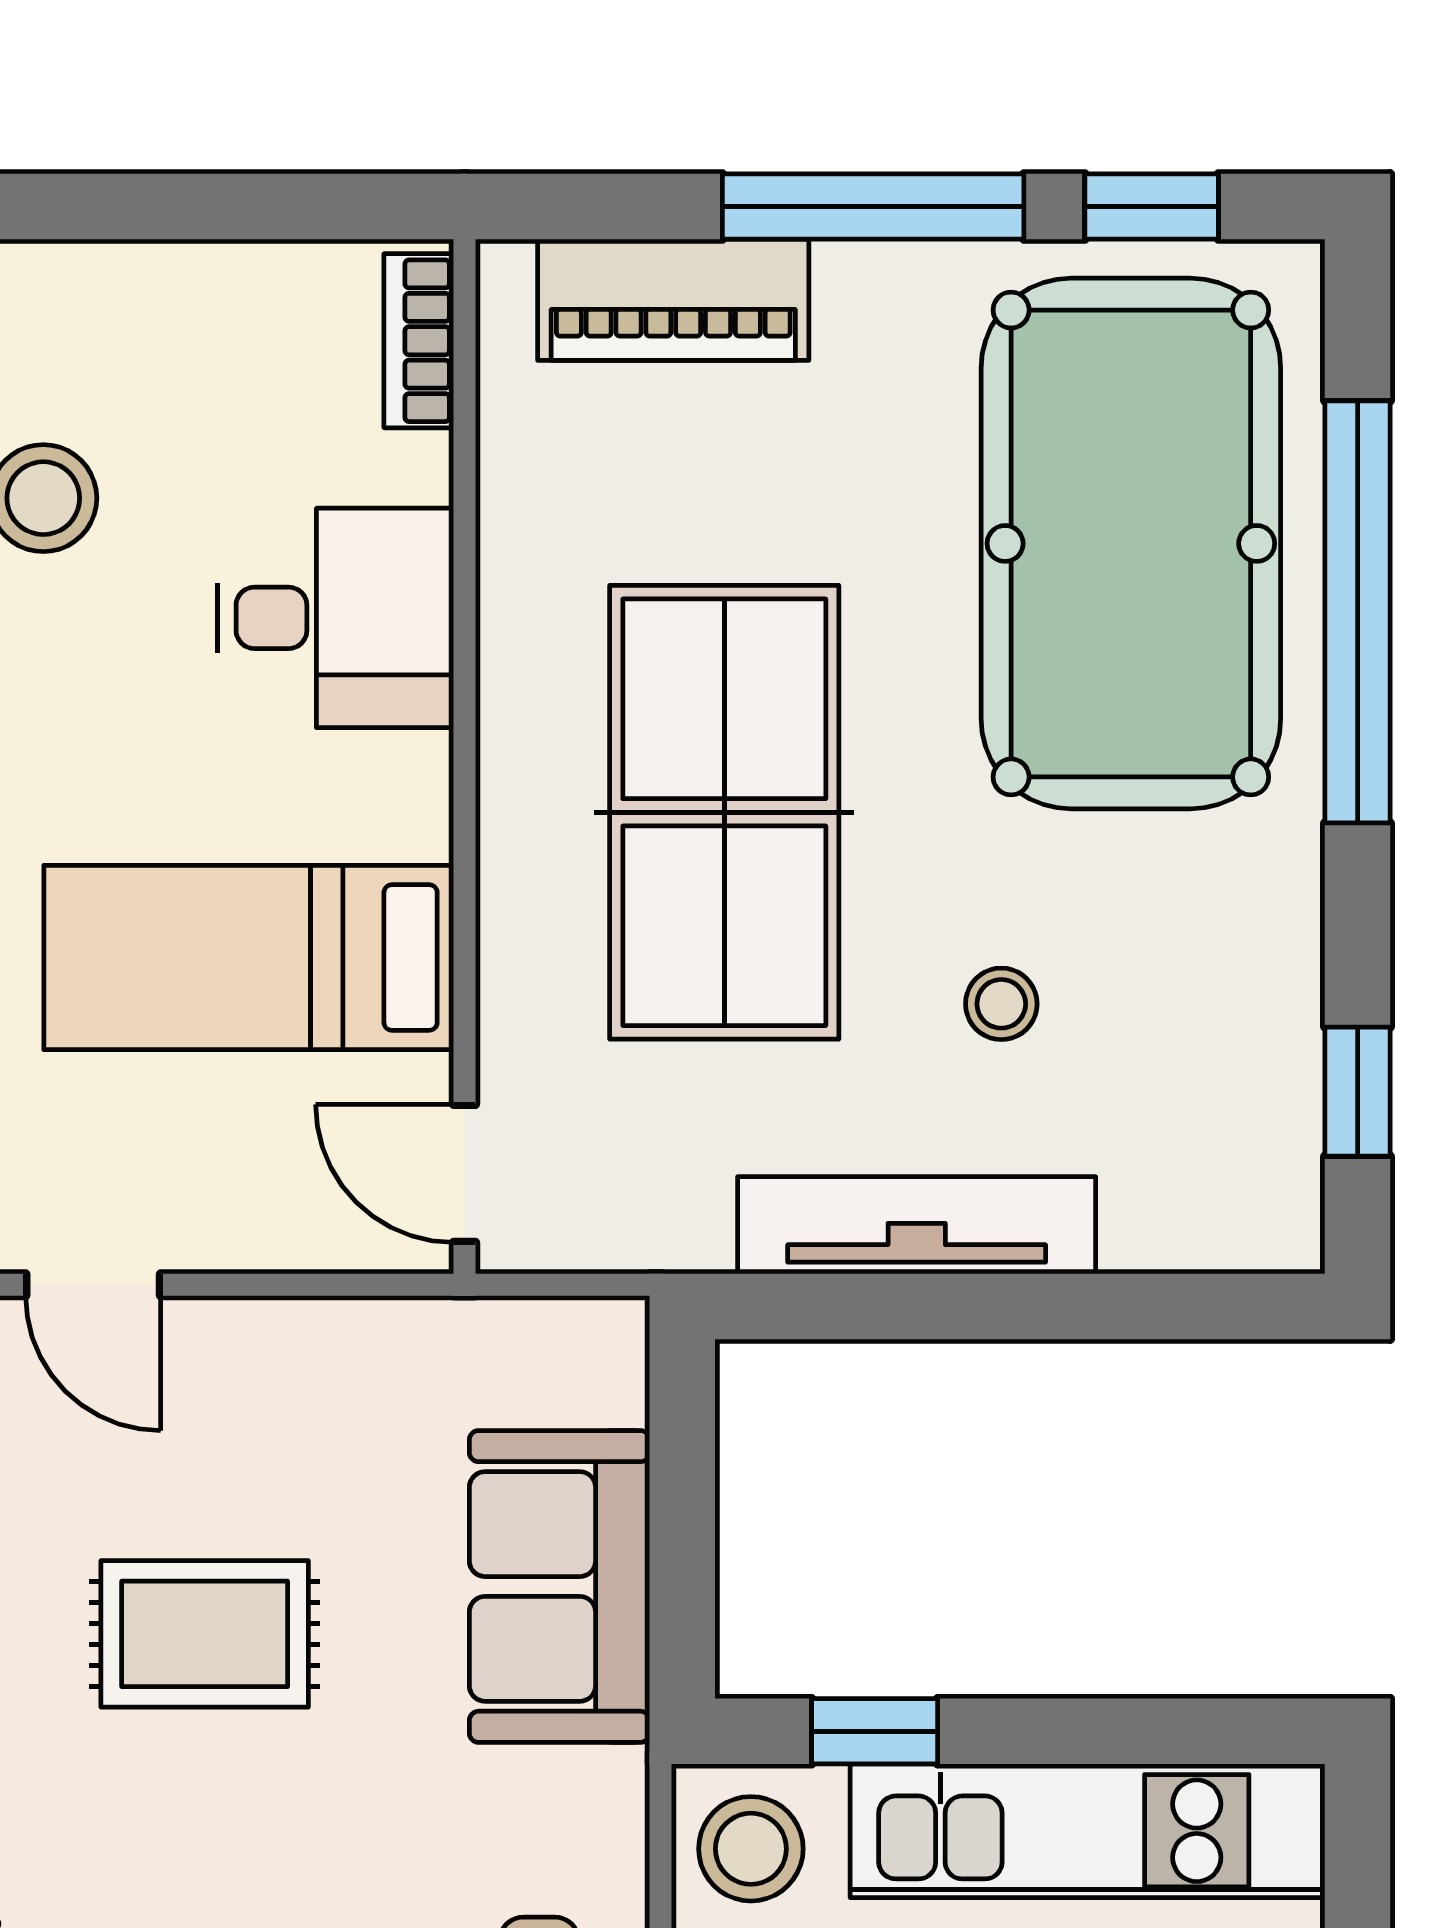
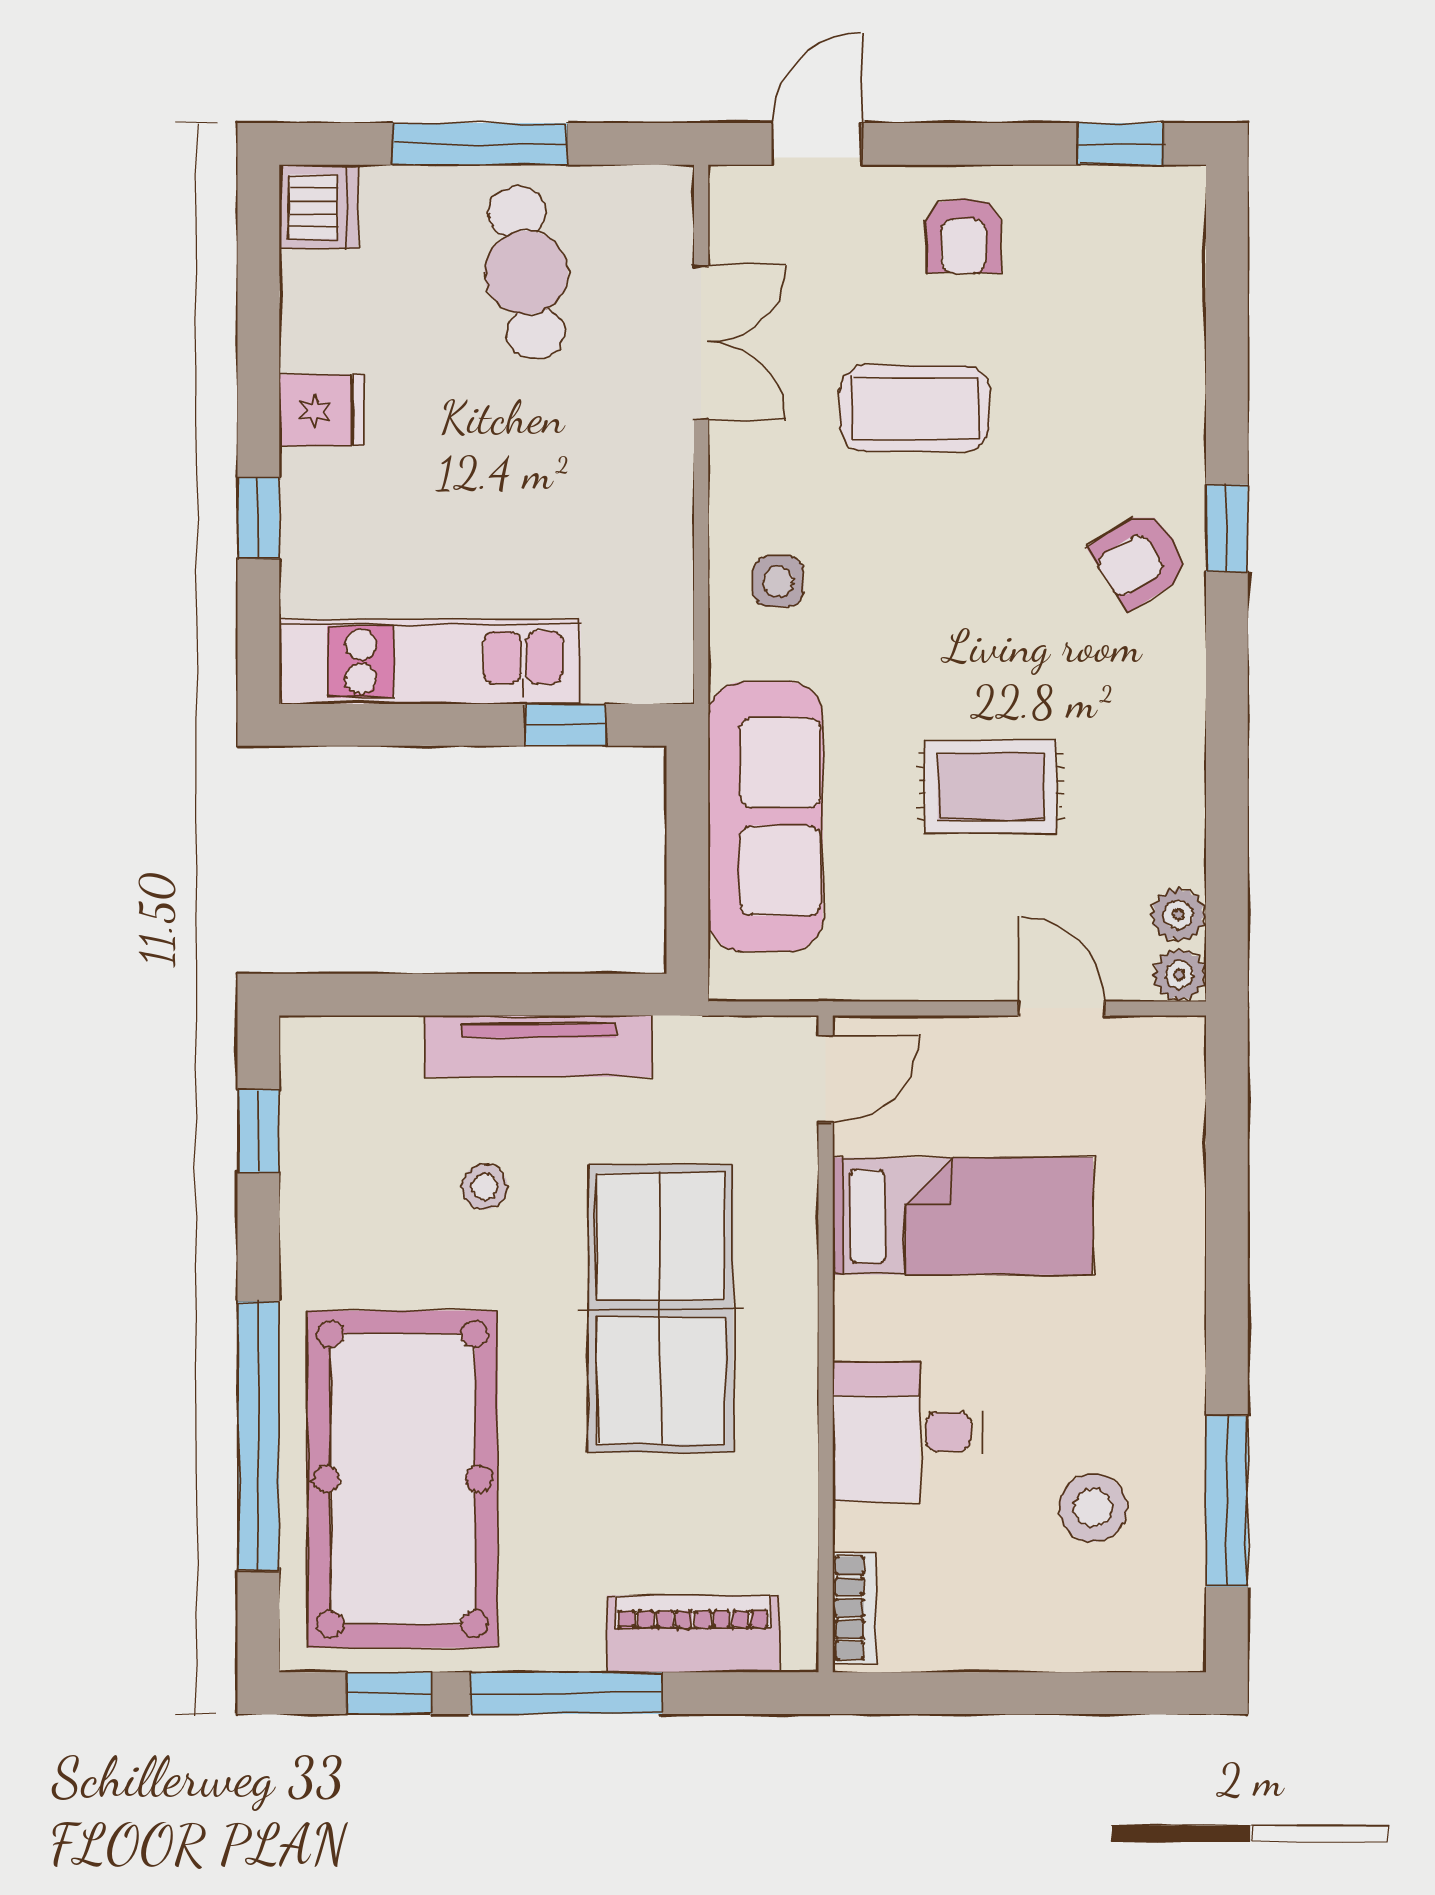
door: (464, 1173) -> (826, 1079), hinge flipped
sofa: (559, 1586) -> (765, 817), width x1.36
stool: (751, 1849) -> (644, 650), removed

